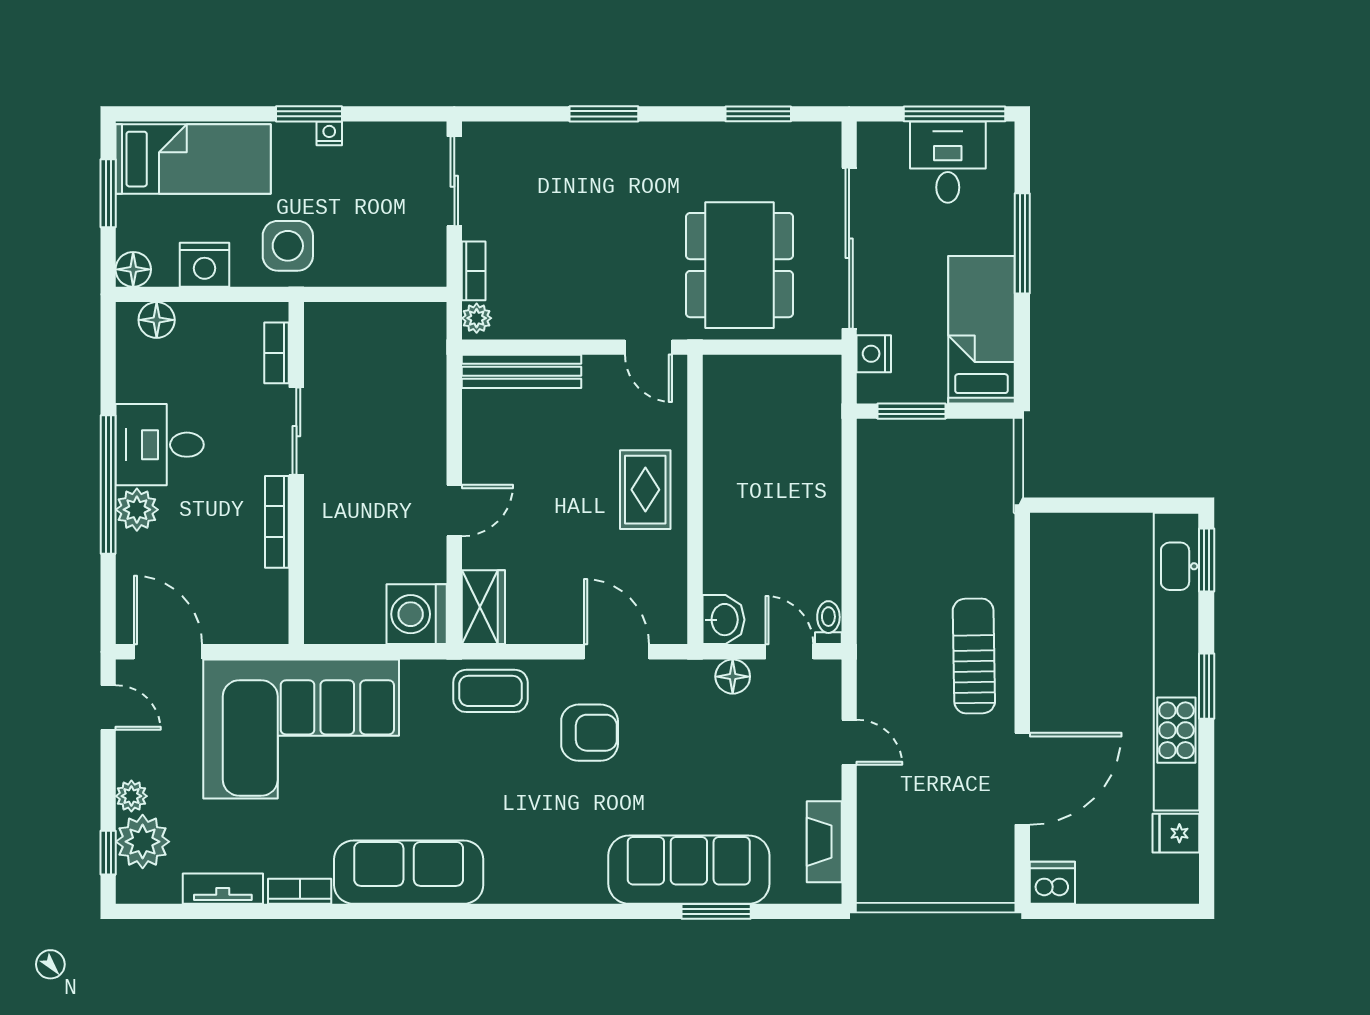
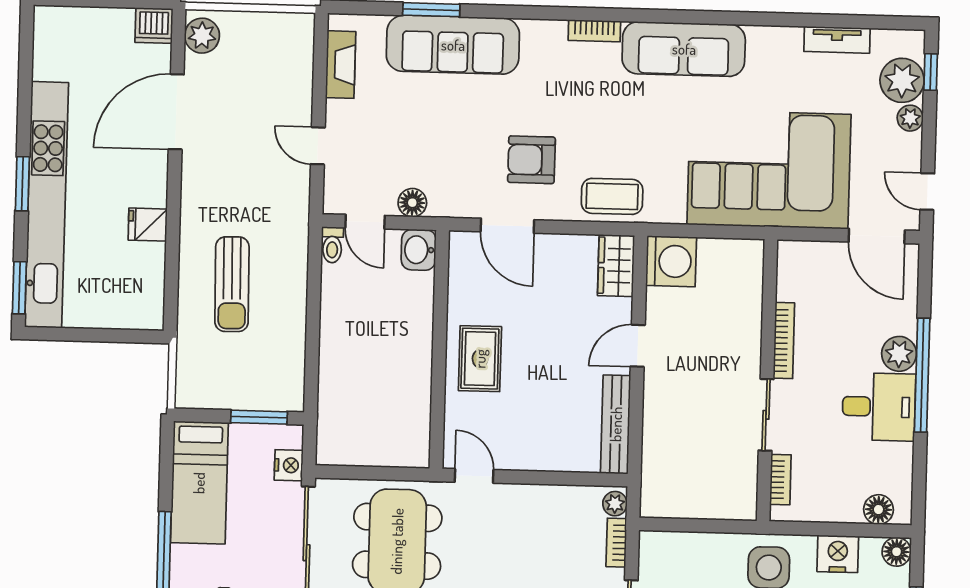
bench: (521, 371) -> (616, 424), moved, turned 90
sun lounger: (974, 656) -> (232, 284), moved
fridge: (1176, 833) -> (148, 225), moved, turned 180
plant: (994, 872) -> (202, 36), added
bookcase: (300, 891) -> (594, 31), moved

